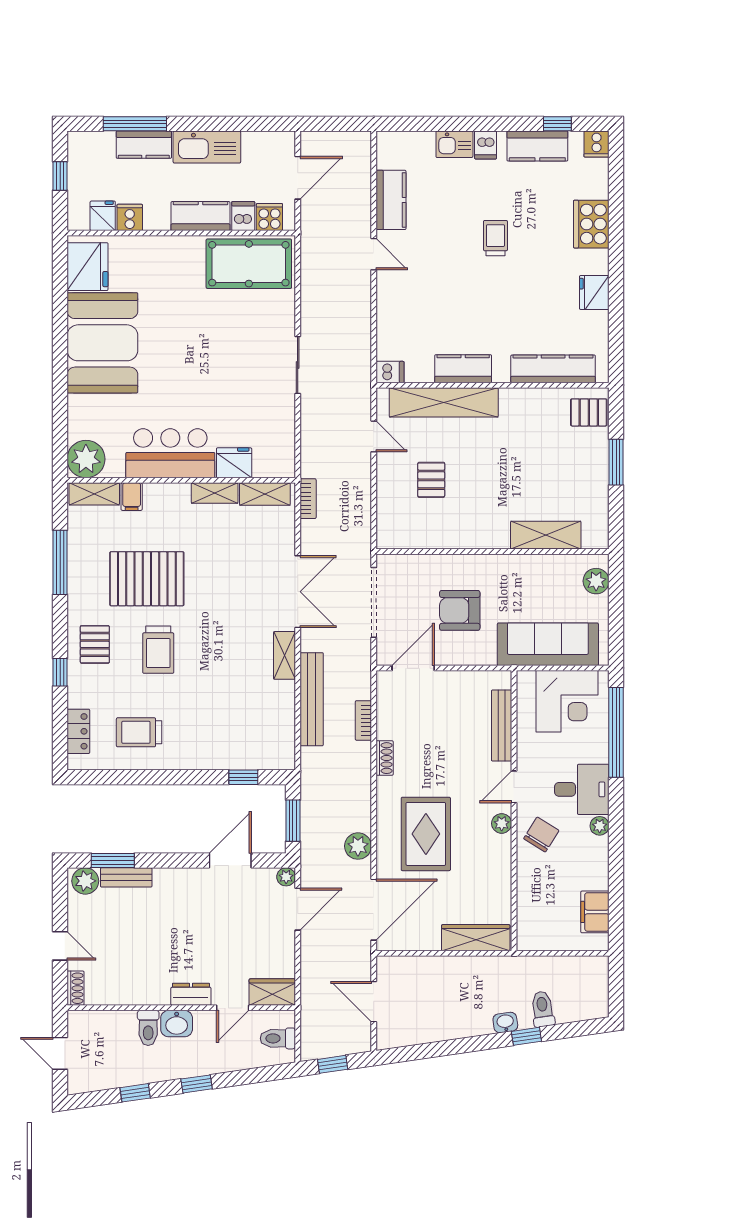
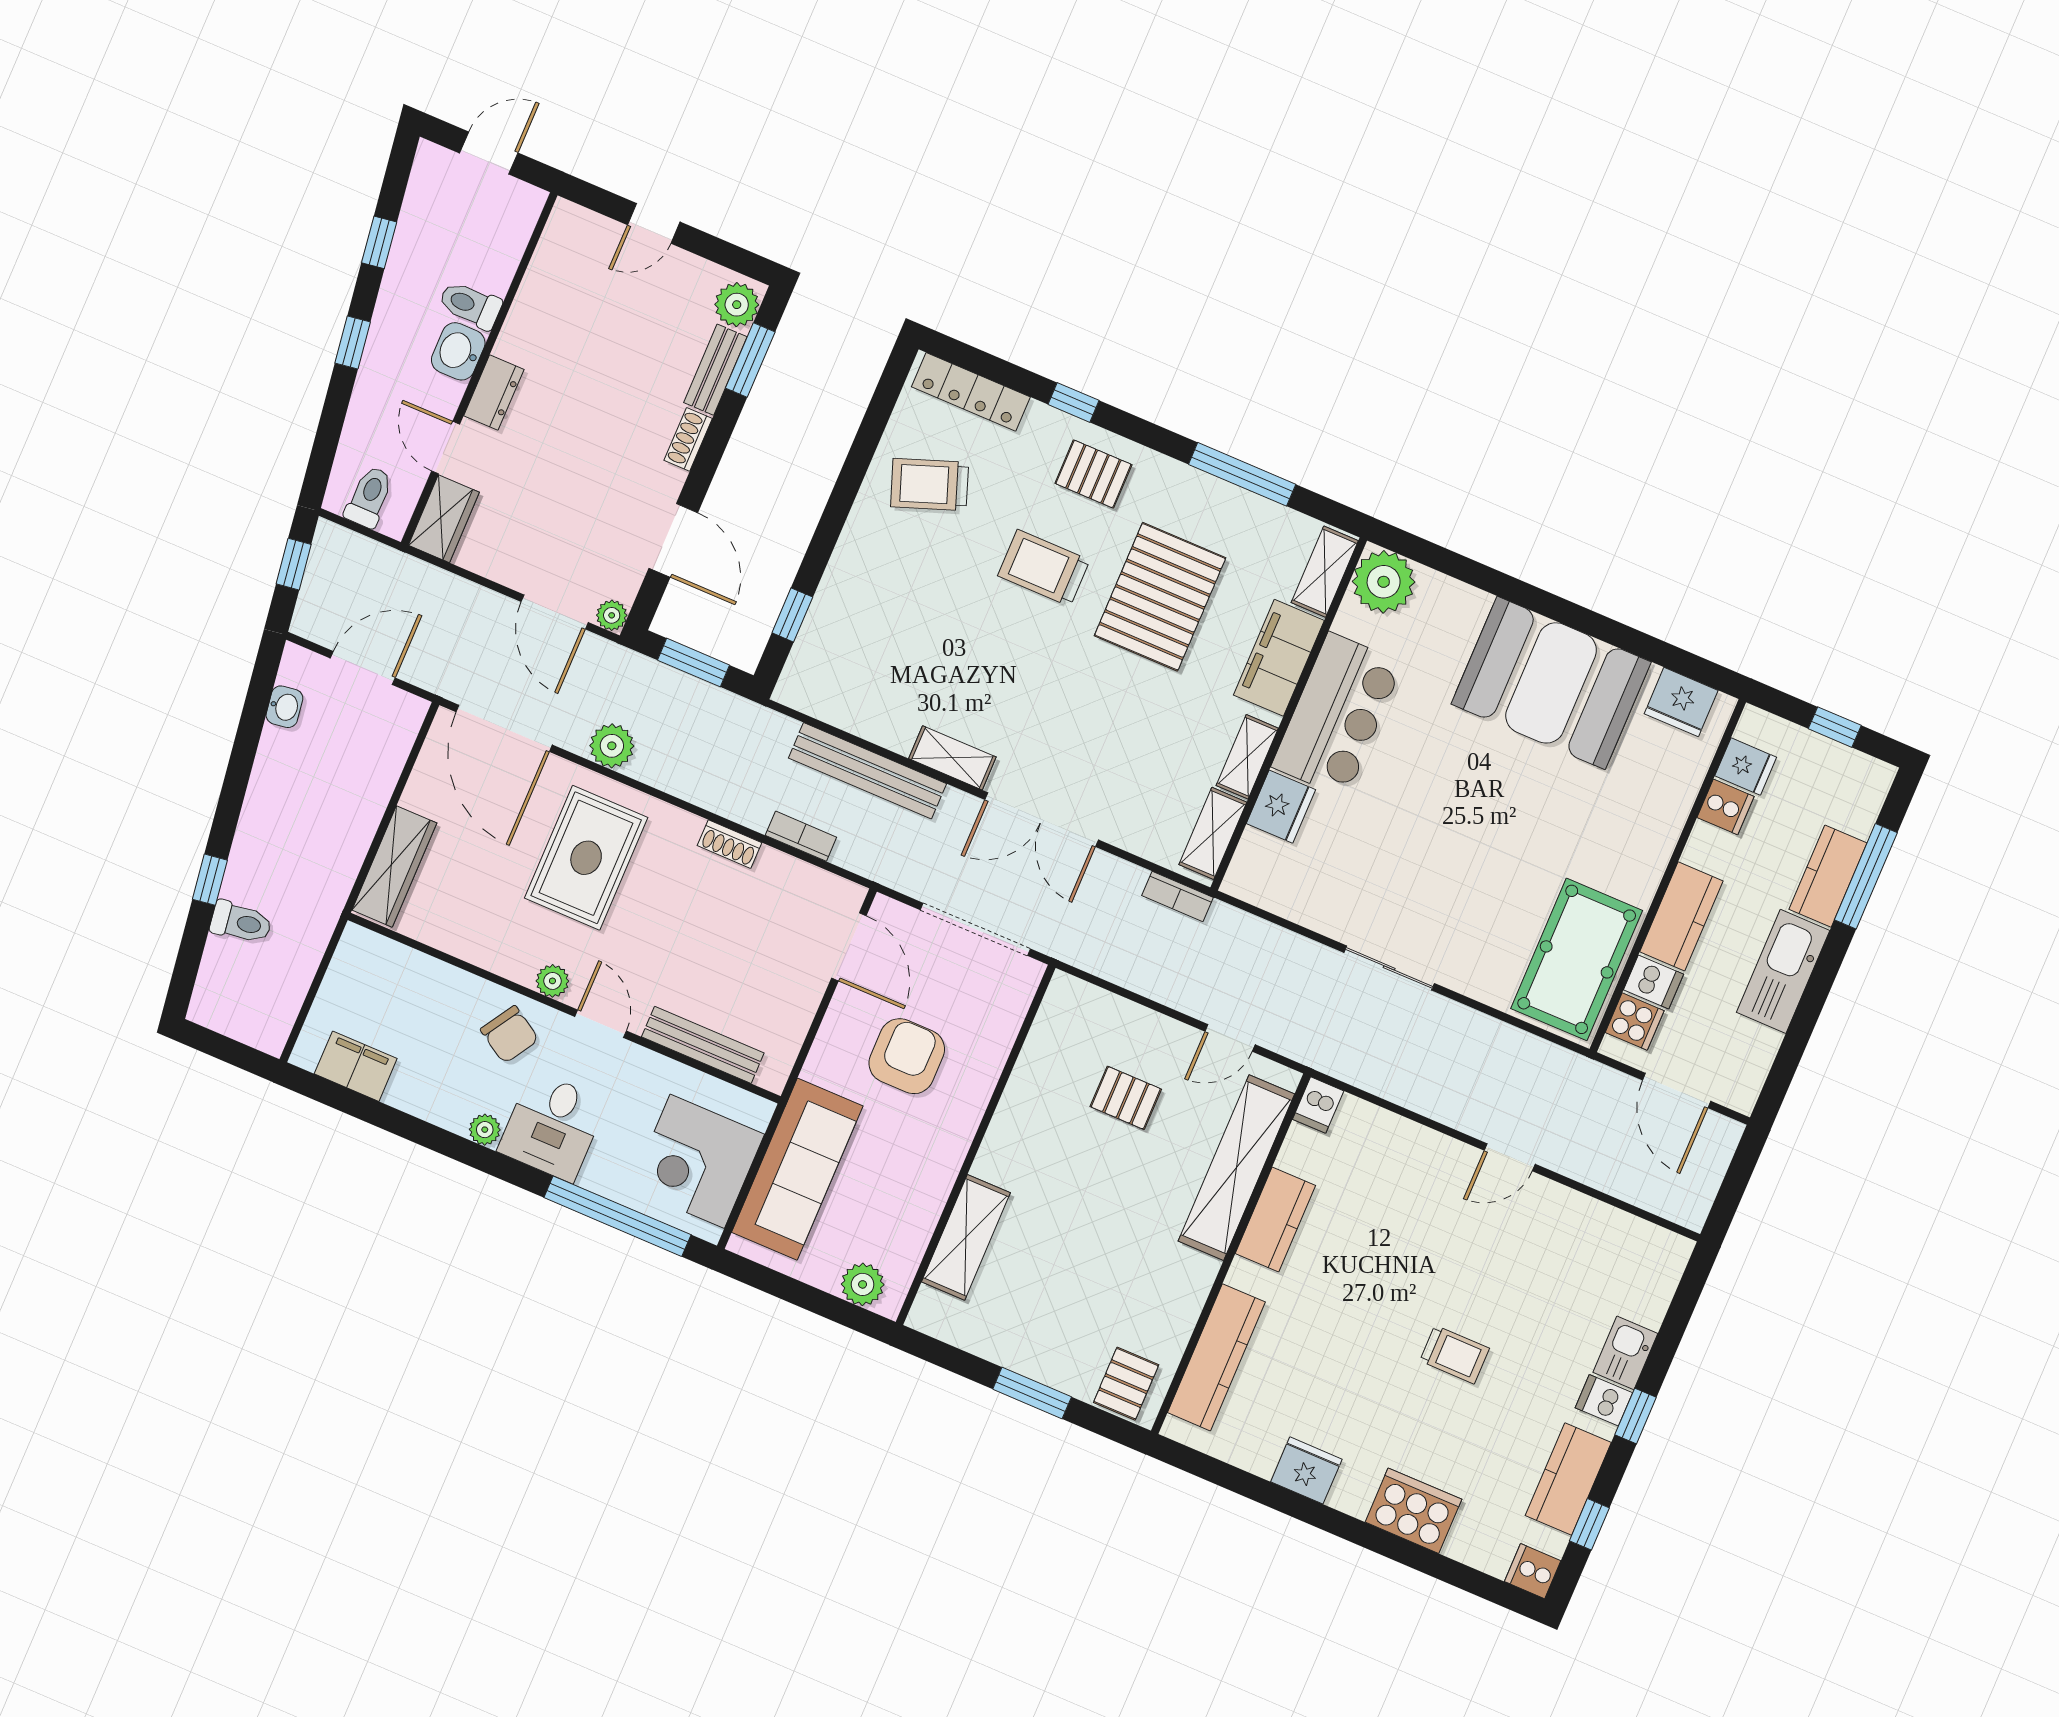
window: (487, 124) -> (1636, 1416), added
kitchen counter: (391, 200) -> (1581, 1219), removed
fridge: (87, 267) -> (1681, 702), width x0.73, depth x0.75
filing cabinet: (132, 497) -> (1279, 658), width x3.00, depth x1.17
locker: (78, 731) -> (971, 392), width x1.53
trolley: (139, 732) -> (930, 484), turned -110
rug: (426, 834) -> (586, 858), turned 90
shoe rack: (76, 988) -> (688, 439), moved, turned 90
washbasin: (505, 1023) -> (284, 707), moved

